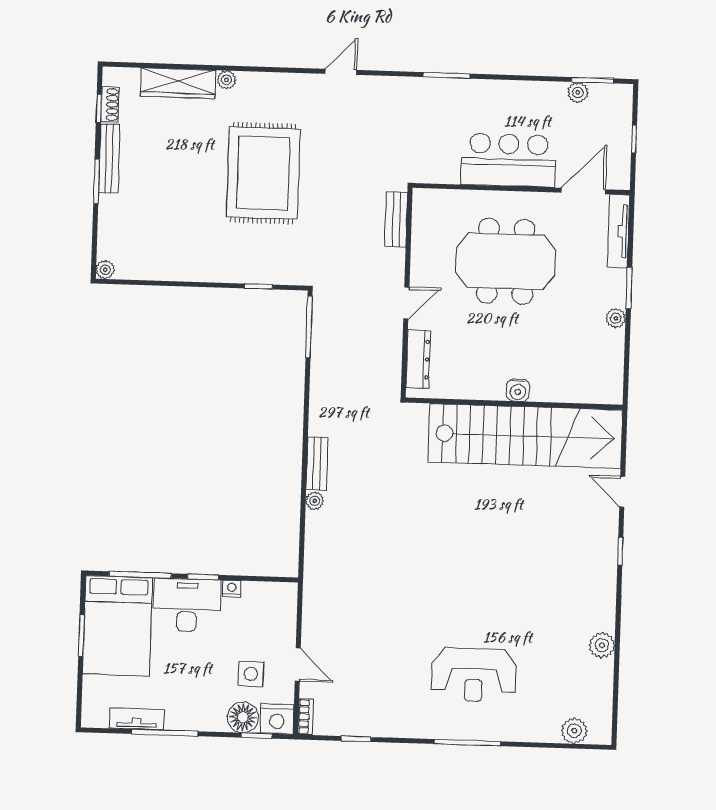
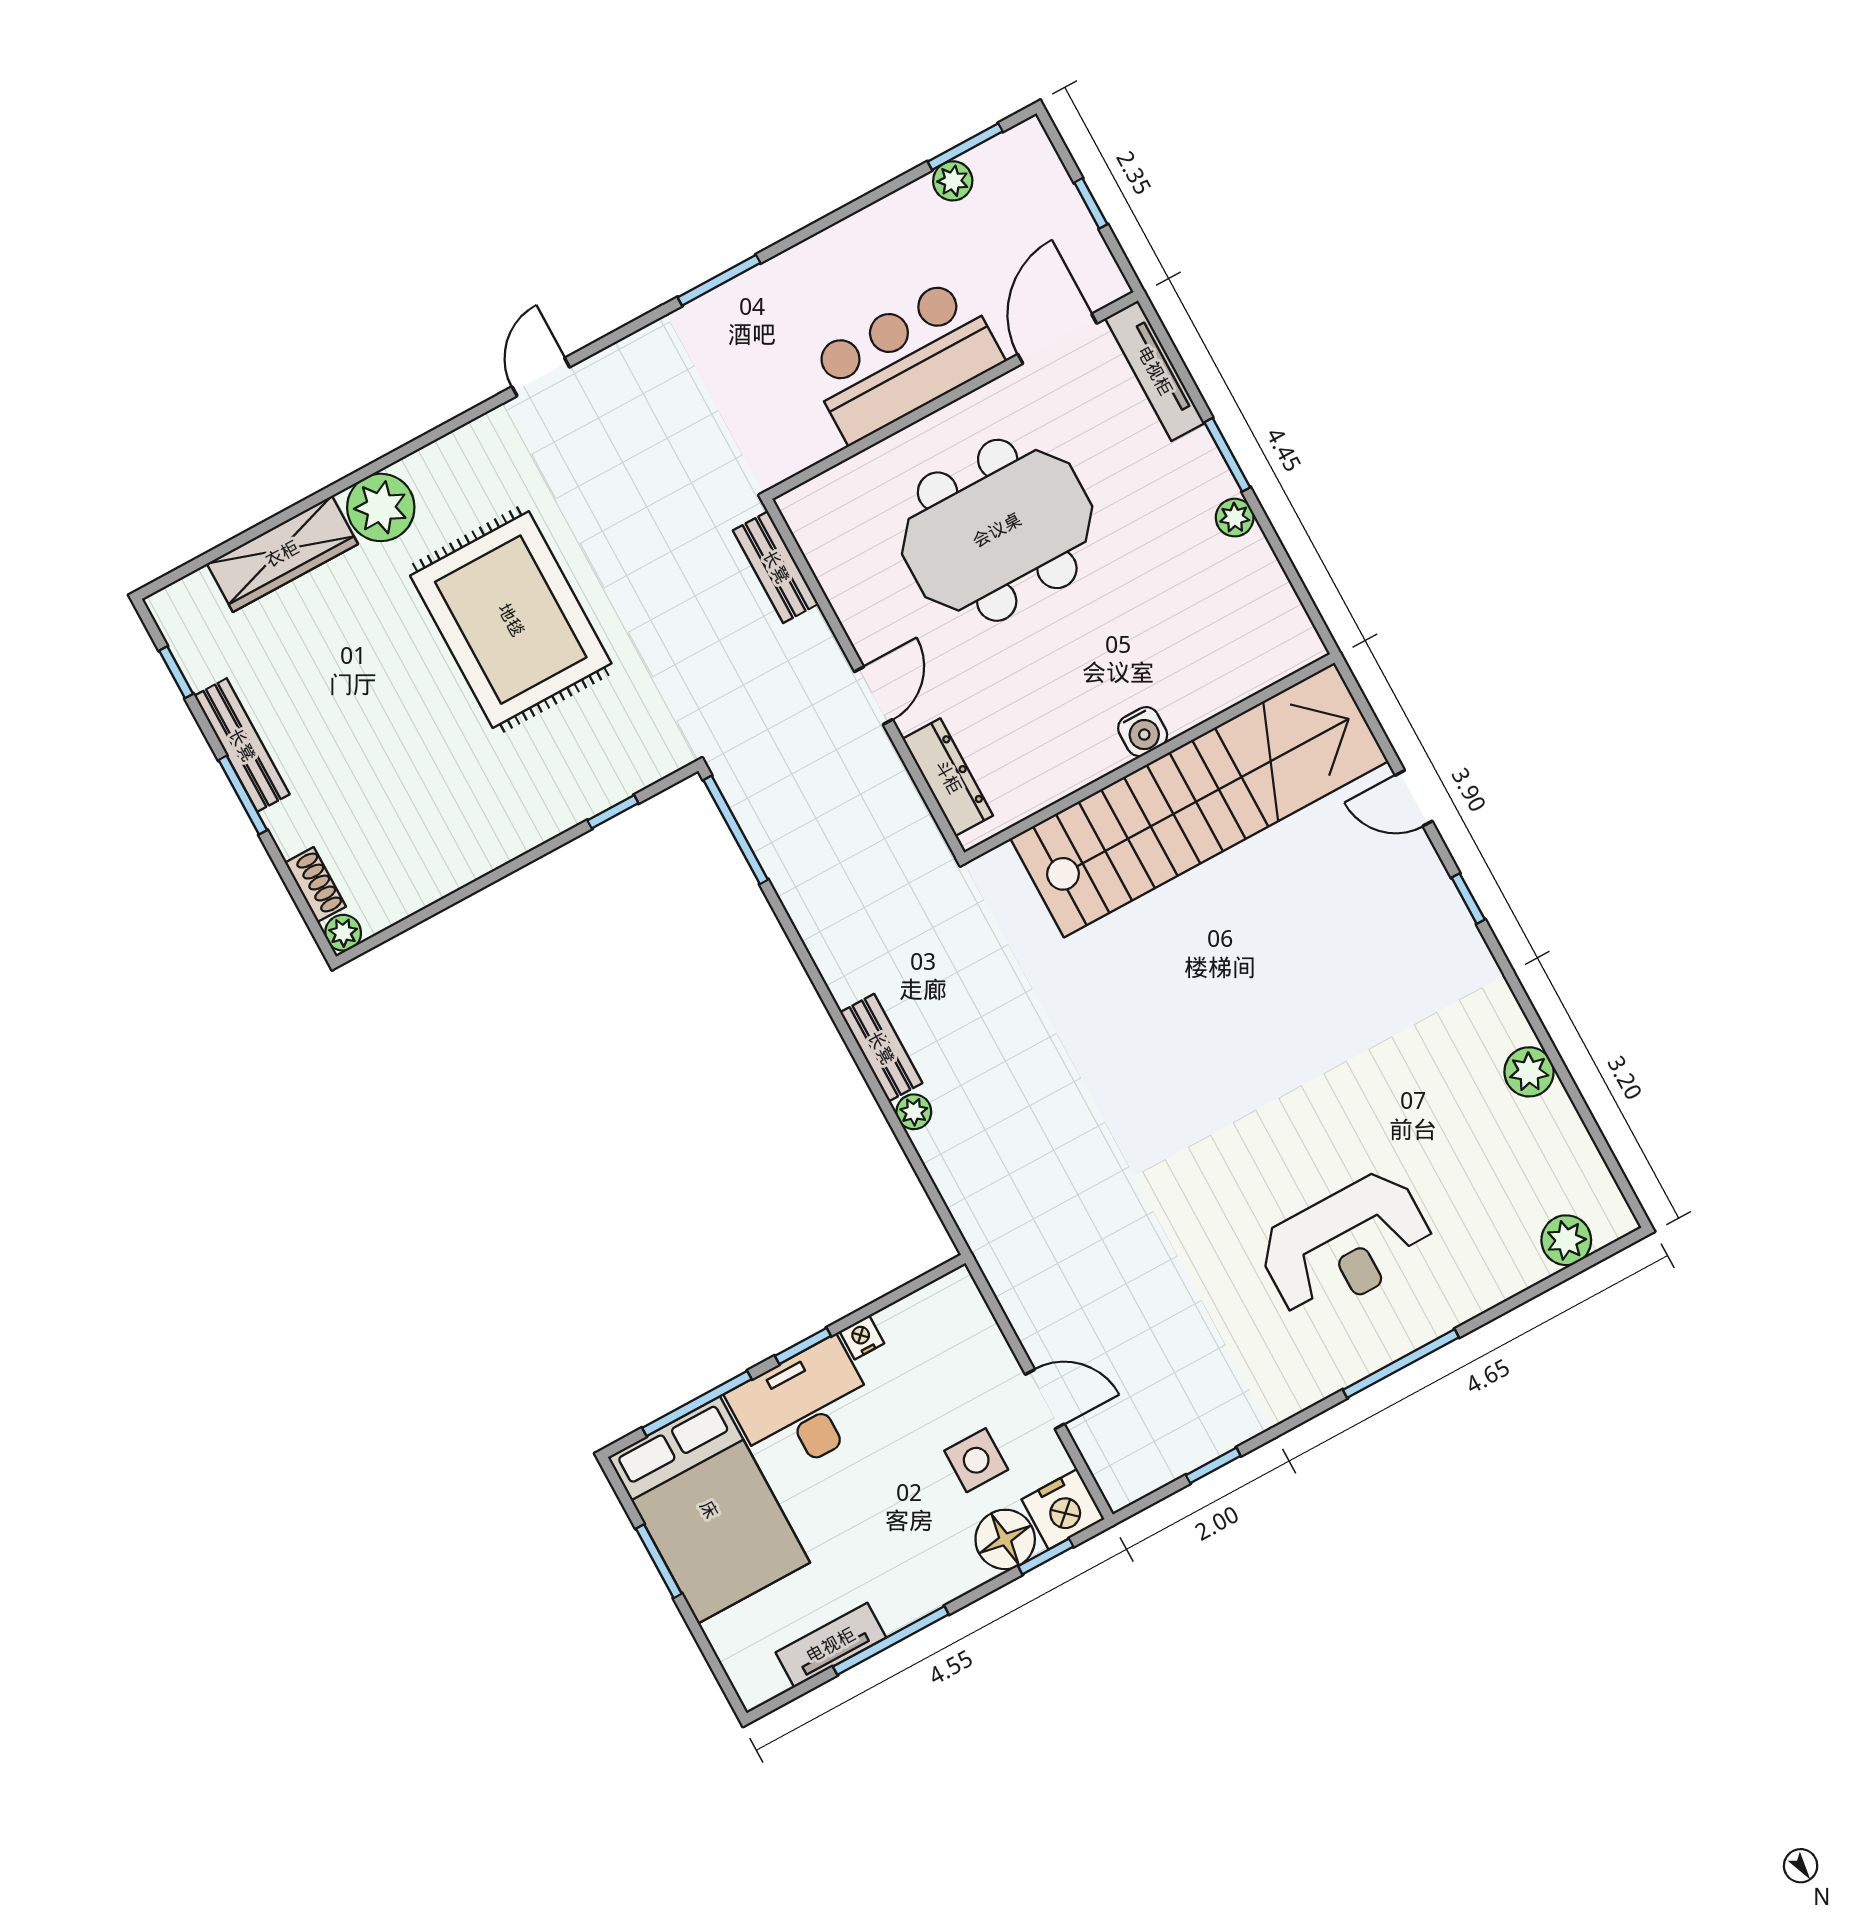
plant: (226, 80) -> (381, 507), width x1.88, depth x1.88
shoe rack: (110, 104) -> (315, 885), moved
bookcase: (306, 717) -> (1108, 1478), removed

